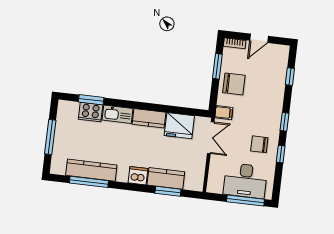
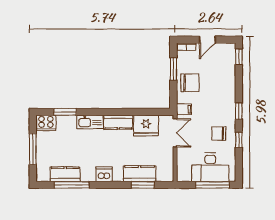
window: (290, 77) -> (239, 57), moved
cooker: (91, 112) -> (46, 123), moved
kitchen counter: (91, 170) -> (65, 174), width x0.67
dishwasher: (138, 176) -> (104, 174), moved

